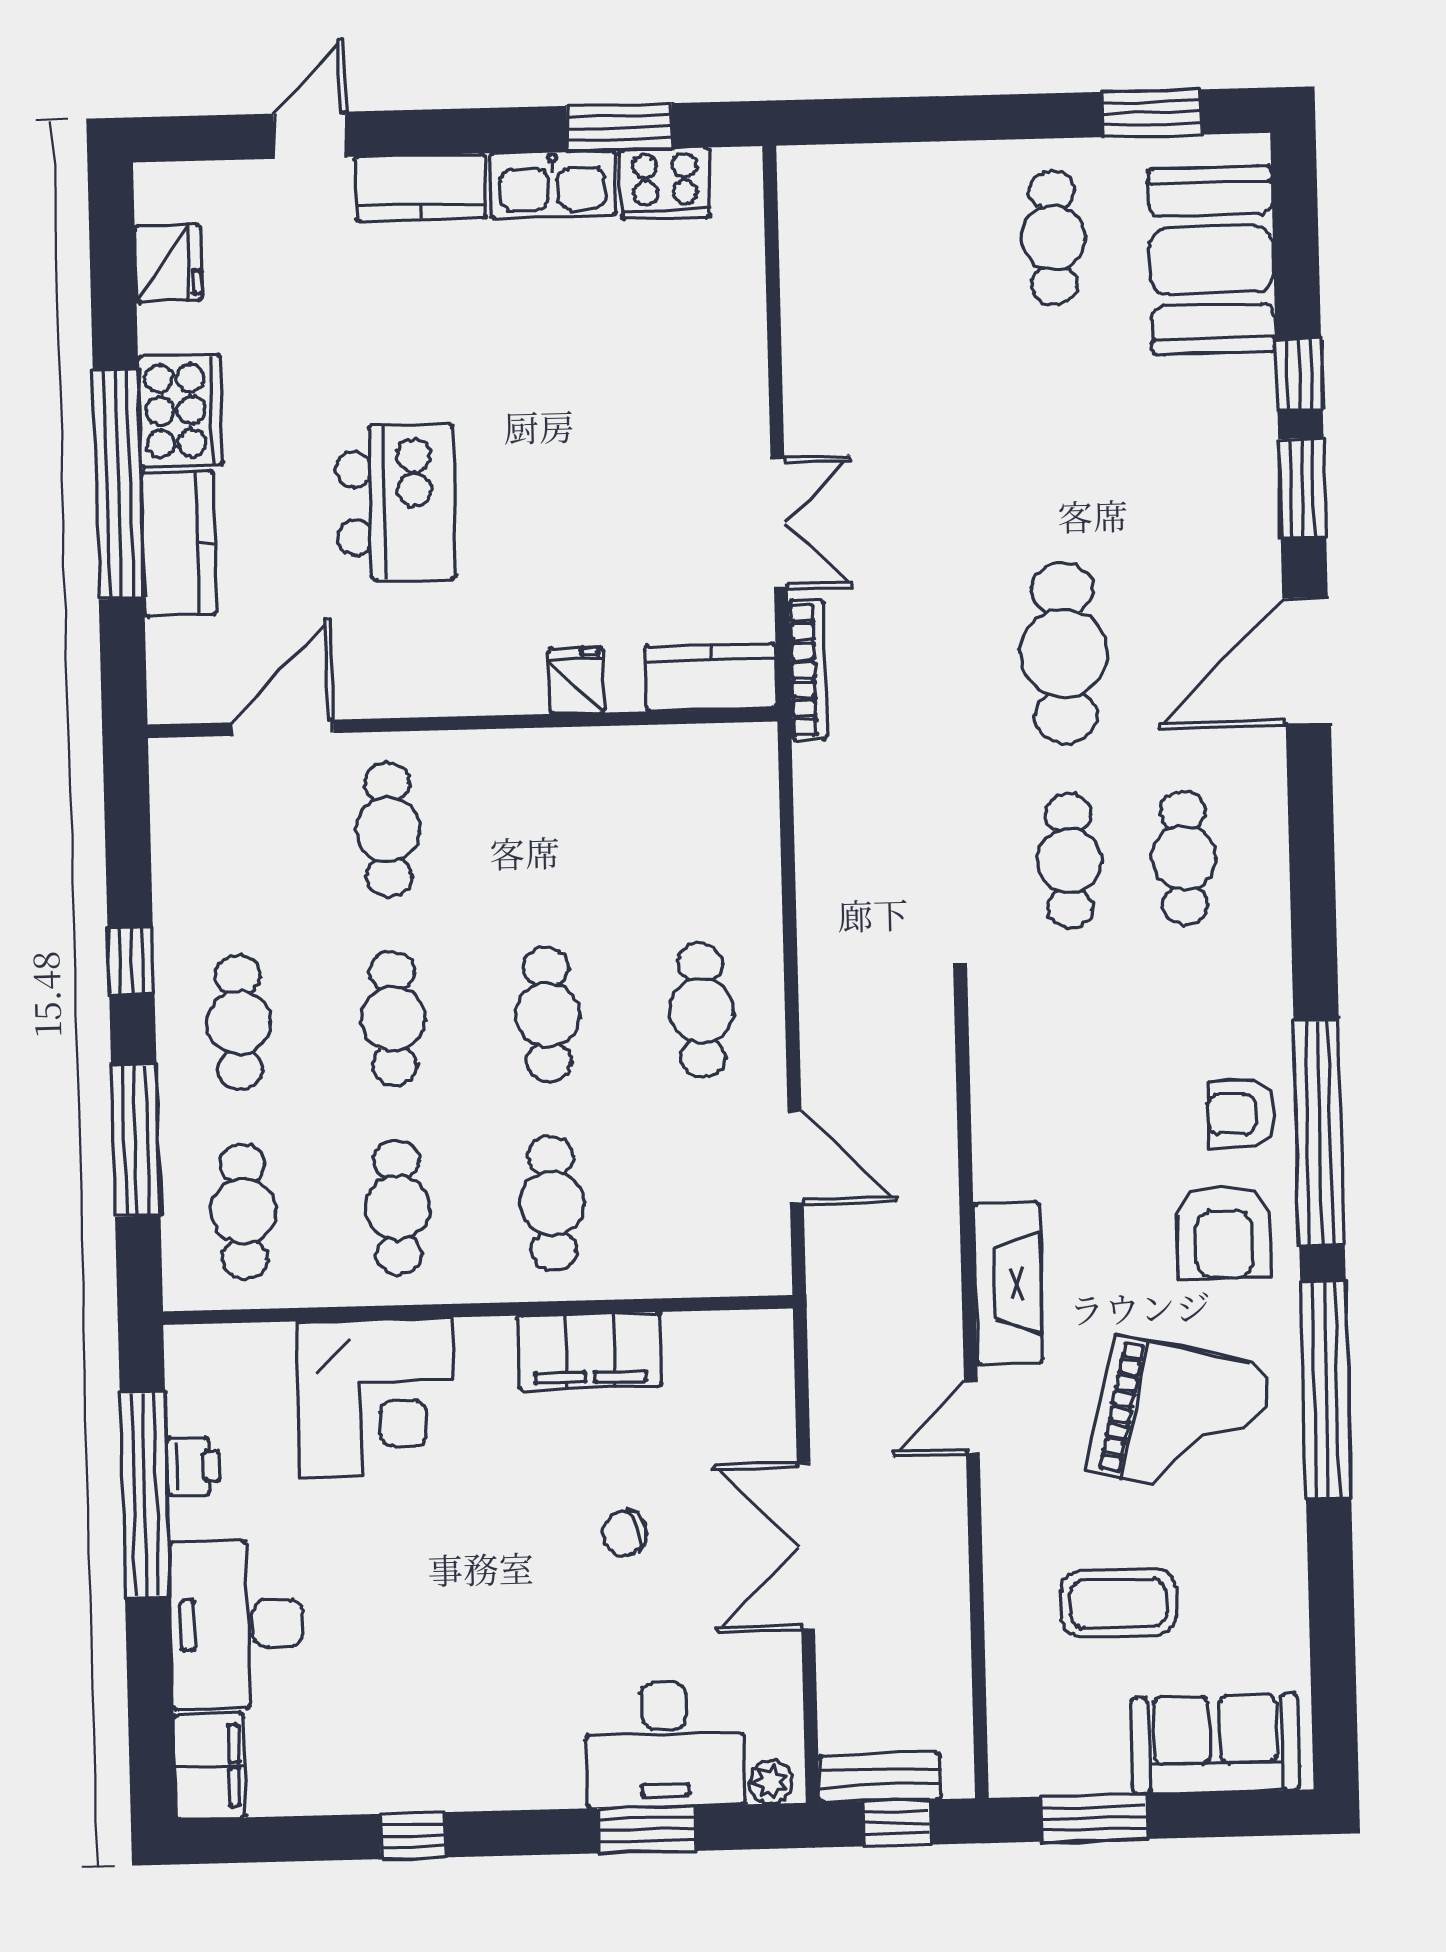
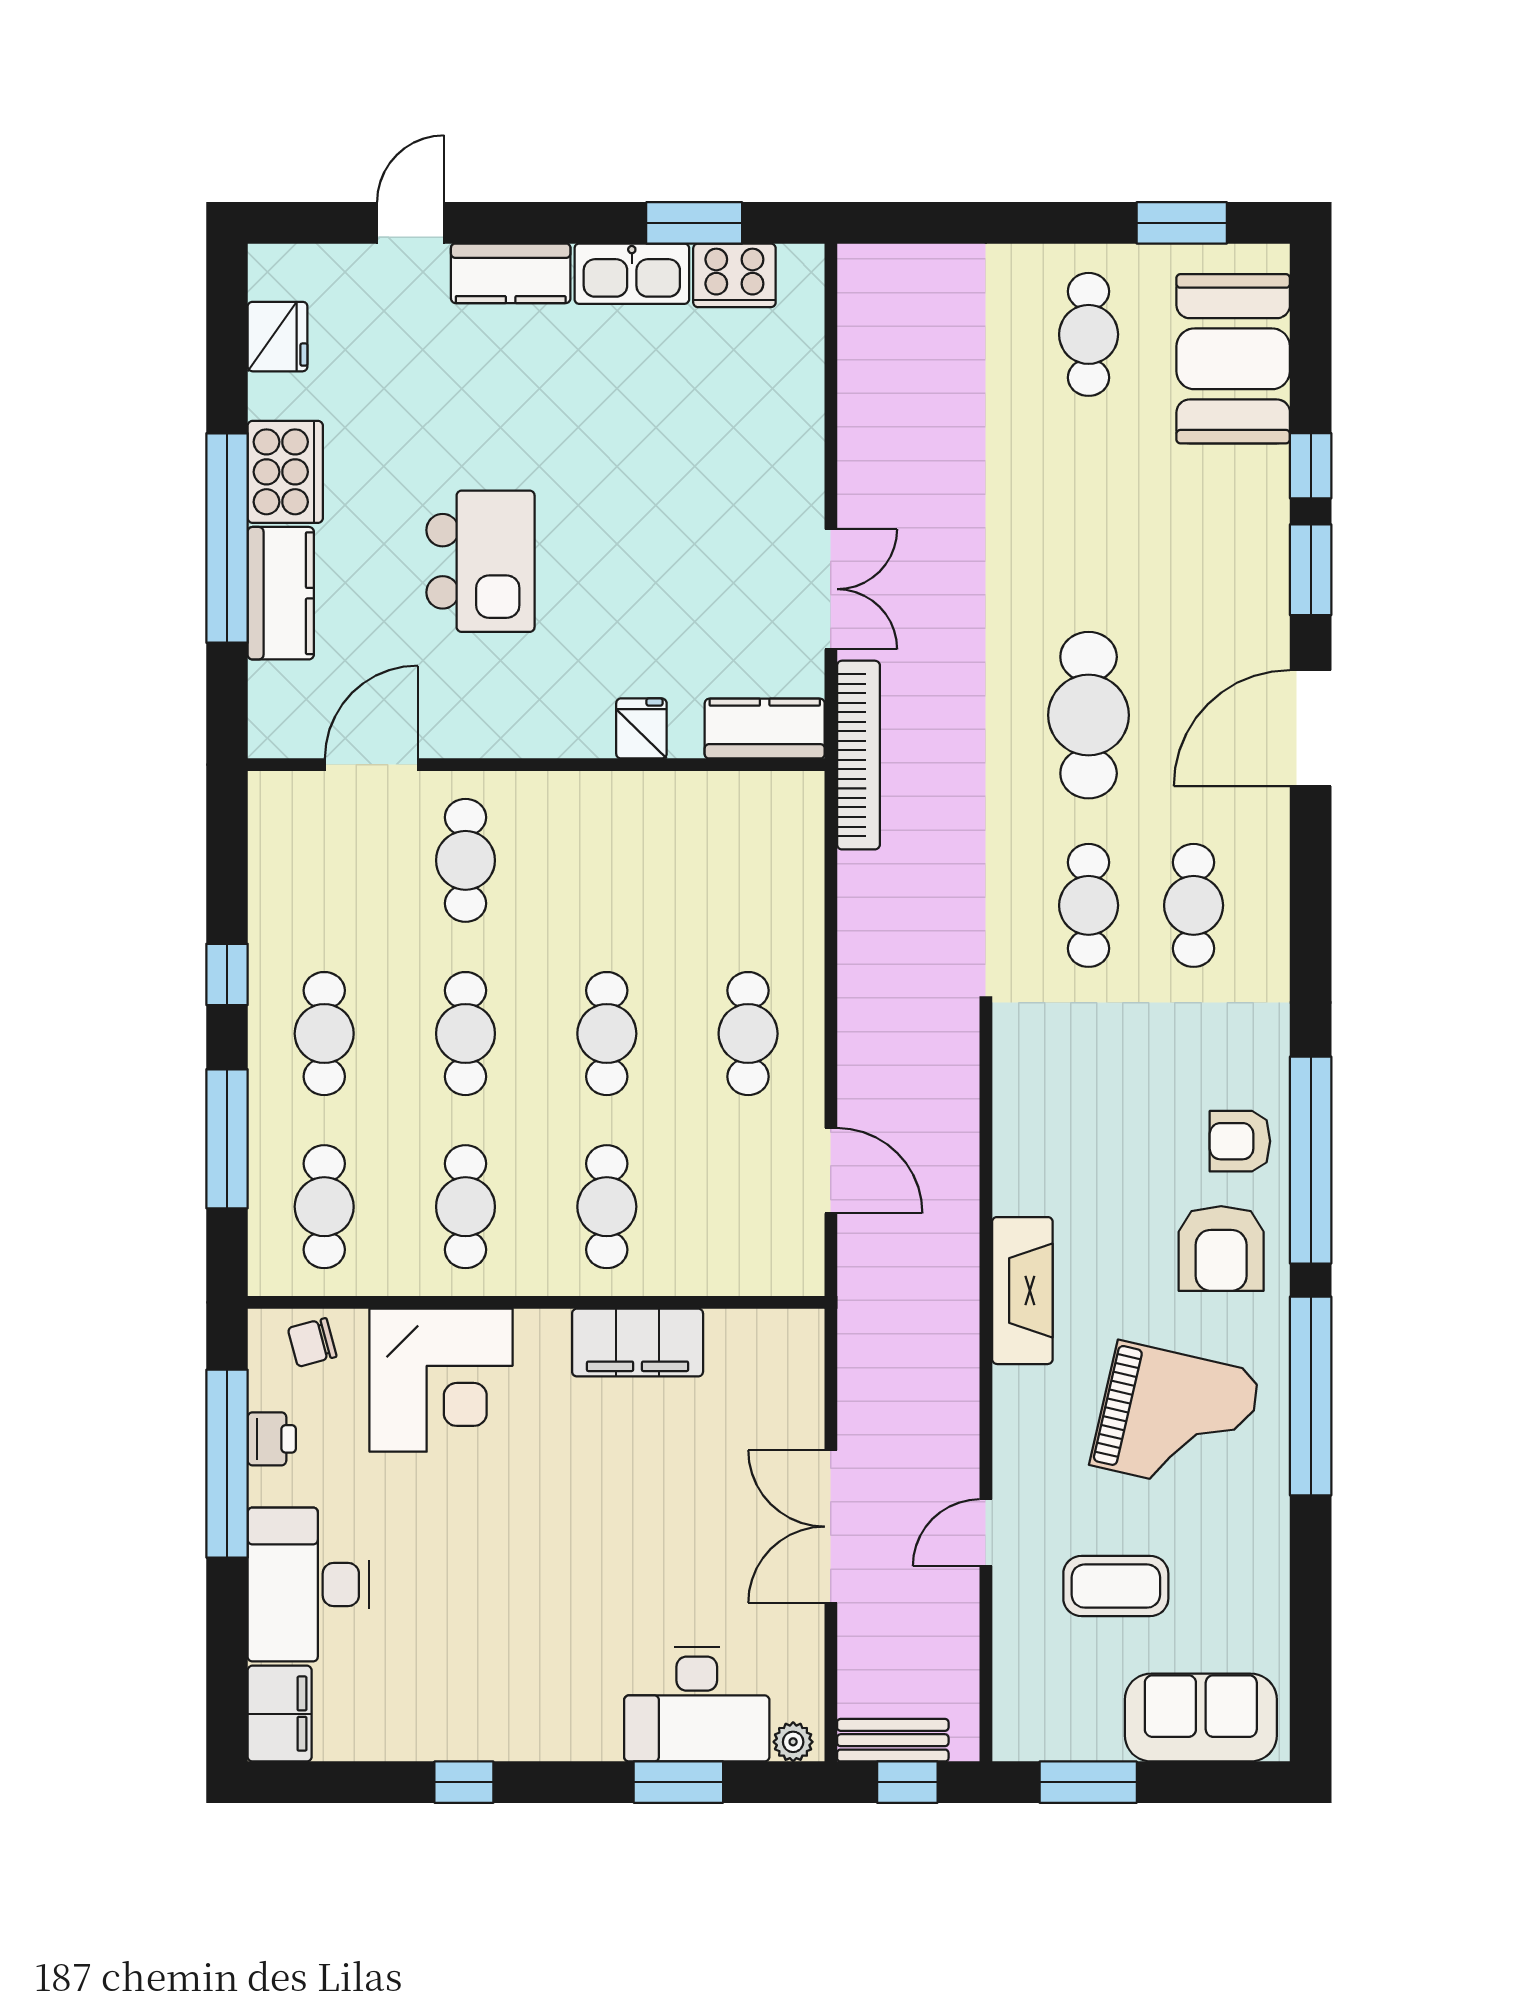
bookcase: (808, 670) -> (858, 755), width x1.48, depth x1.31
door: (972, 1418) -> (986, 1533), moved
chair: (625, 1533) -> (312, 1342), moved

